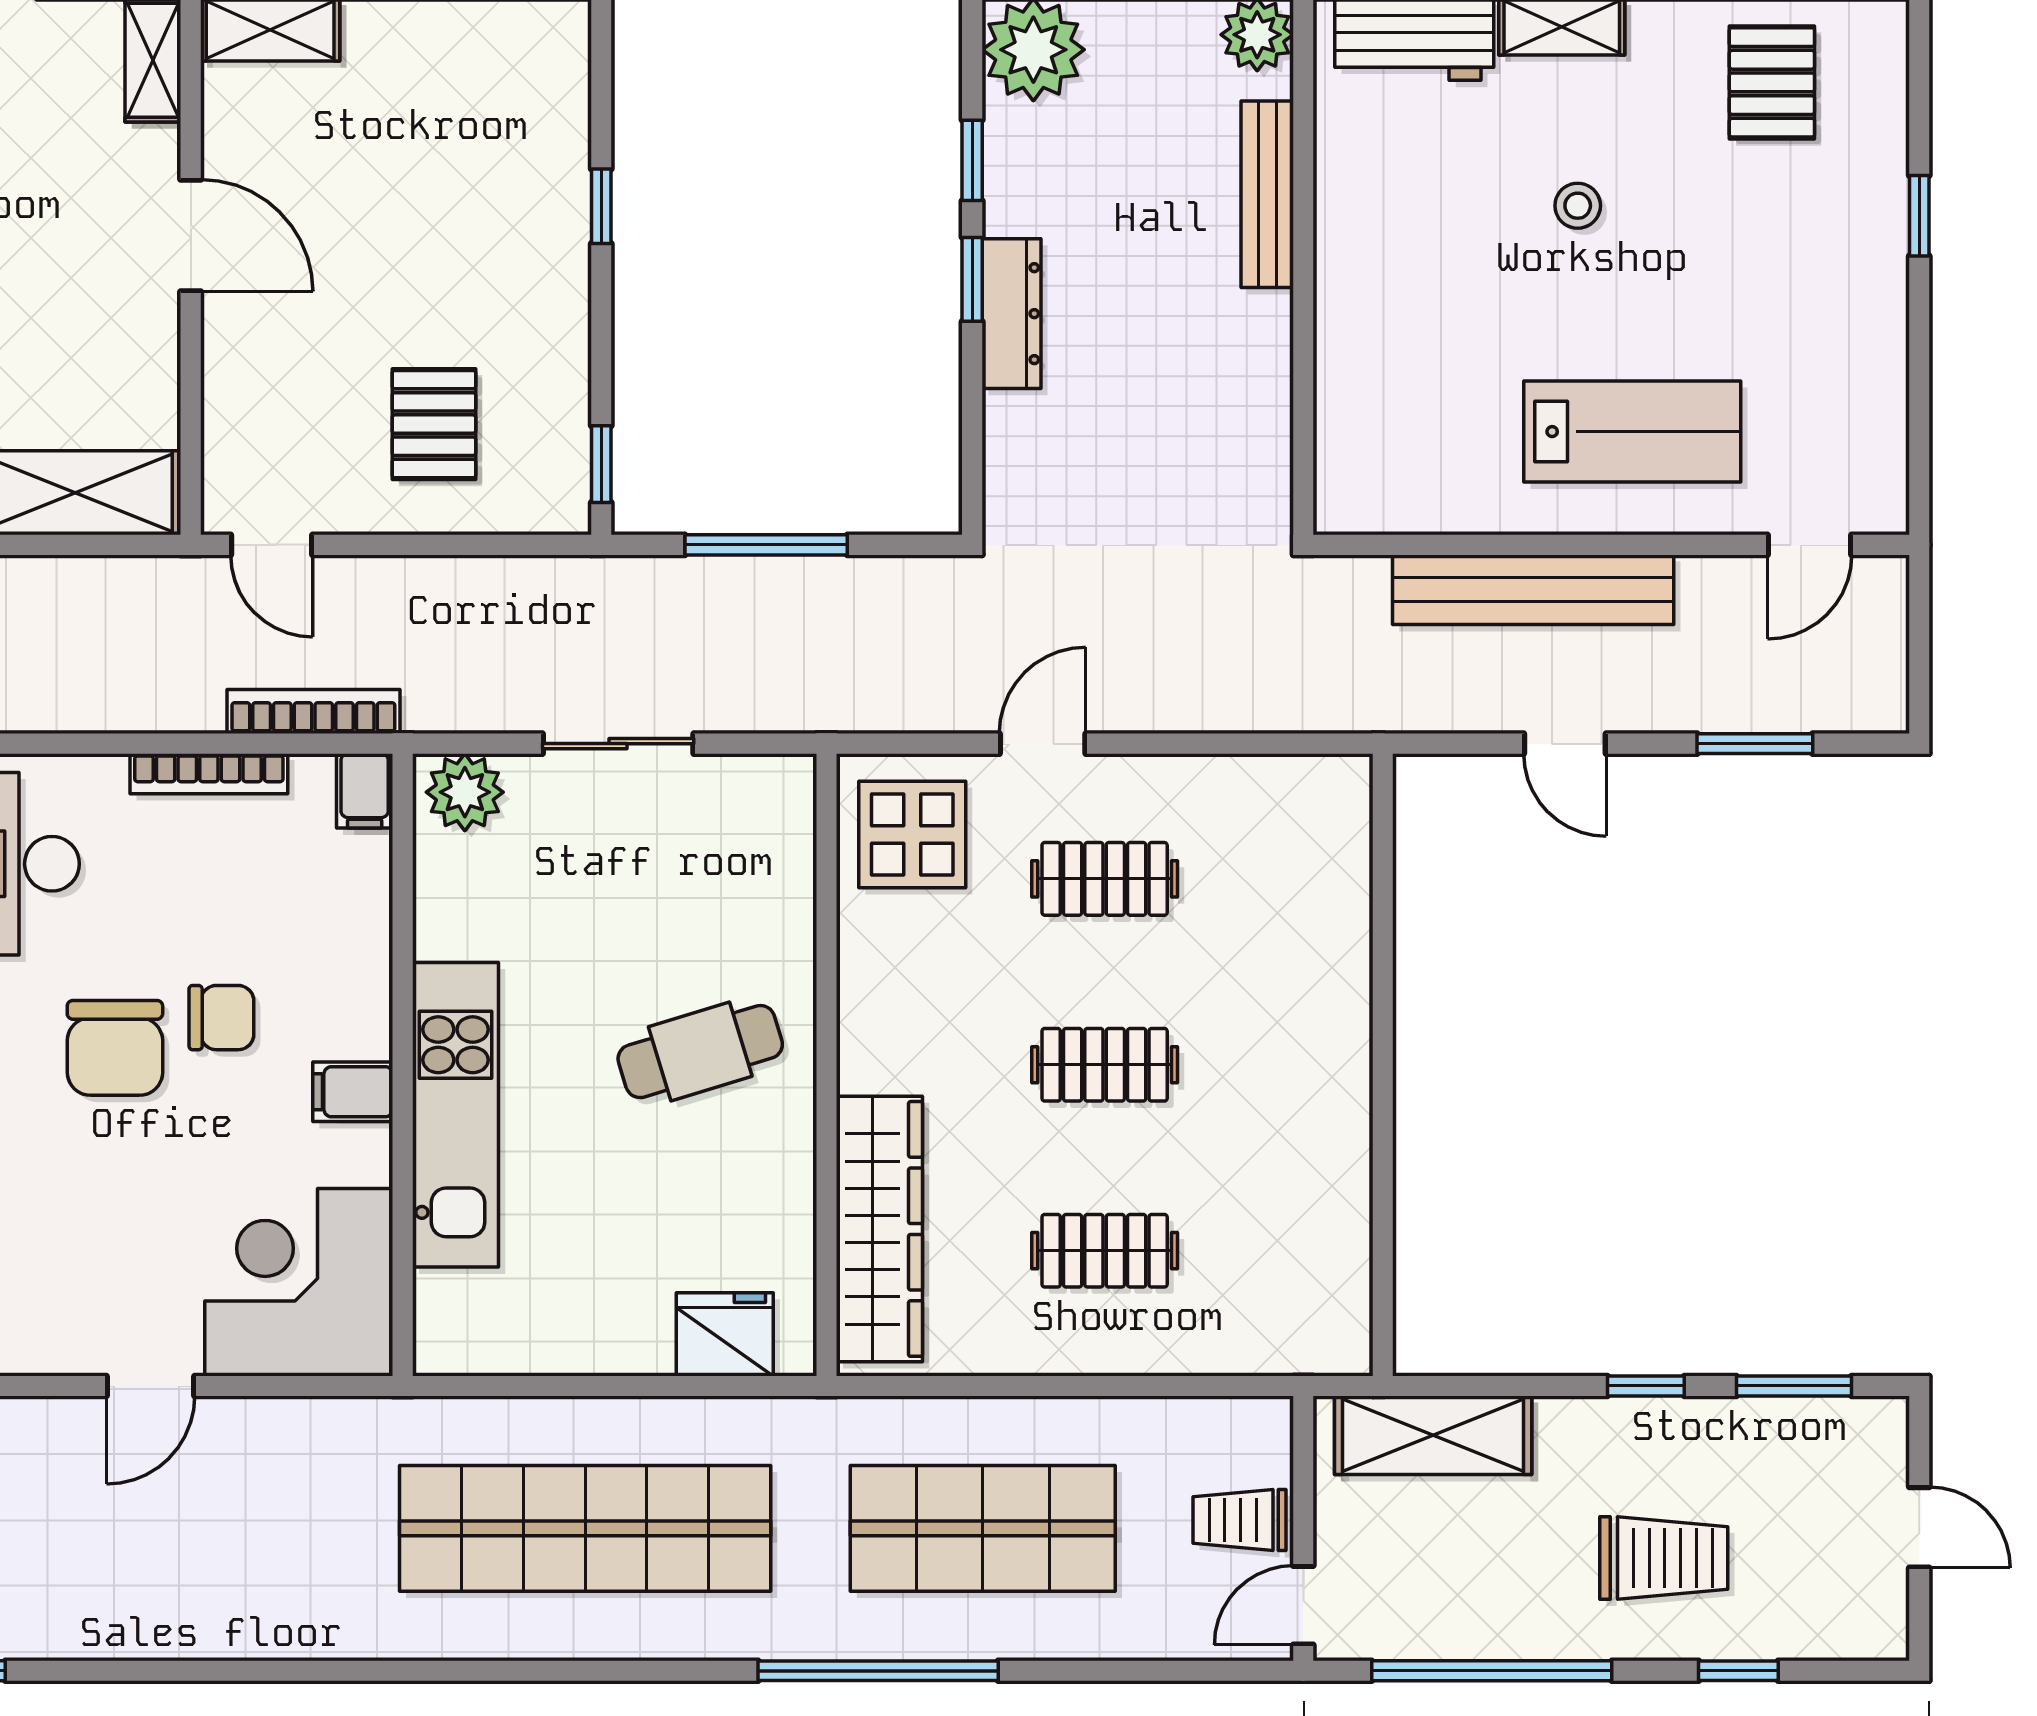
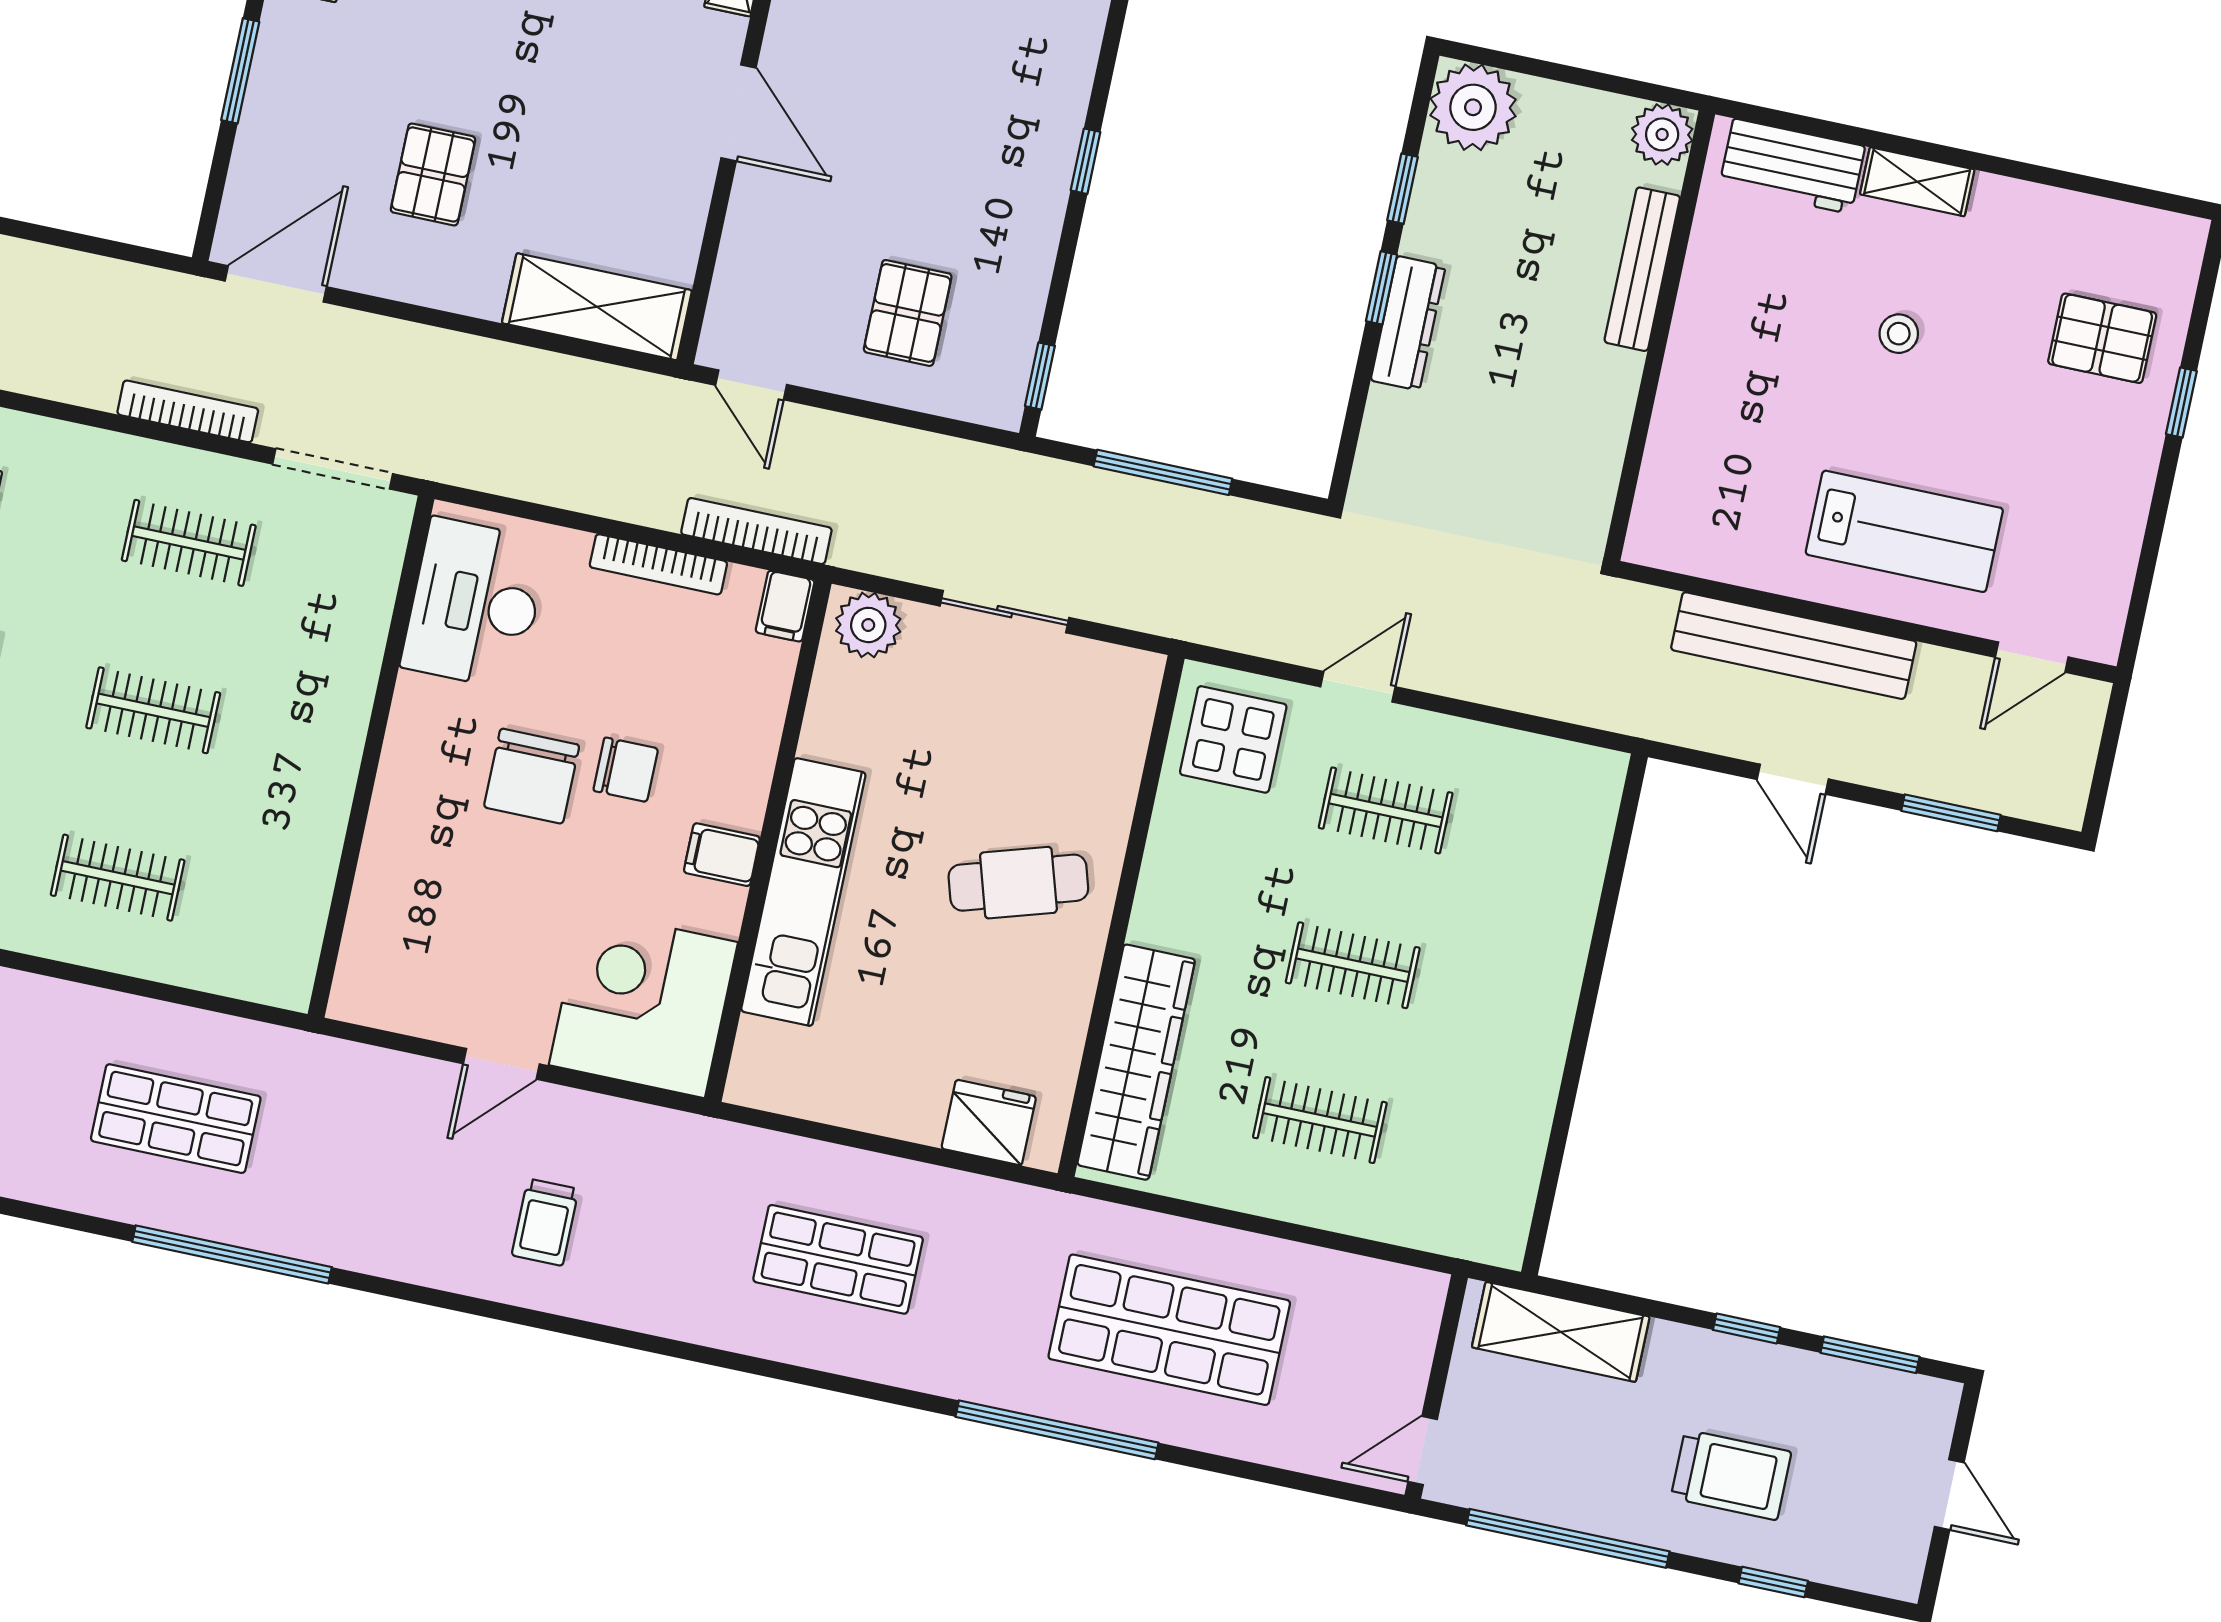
pallet: (1772, 82) -> (2102, 338), moved, turned 90
trolley: (1239, 1520) -> (545, 1222), moved, turned -90
shop shelf: (585, 1528) -> (838, 1259), width x0.50, depth x0.74

